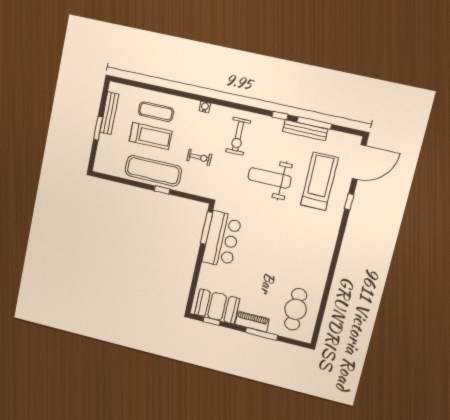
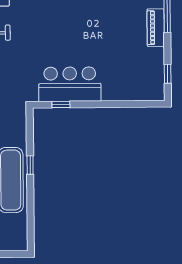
window: (207, 228) -> (61, 105), width x0.46
booth: (217, 306) -> (149, 72), removed

